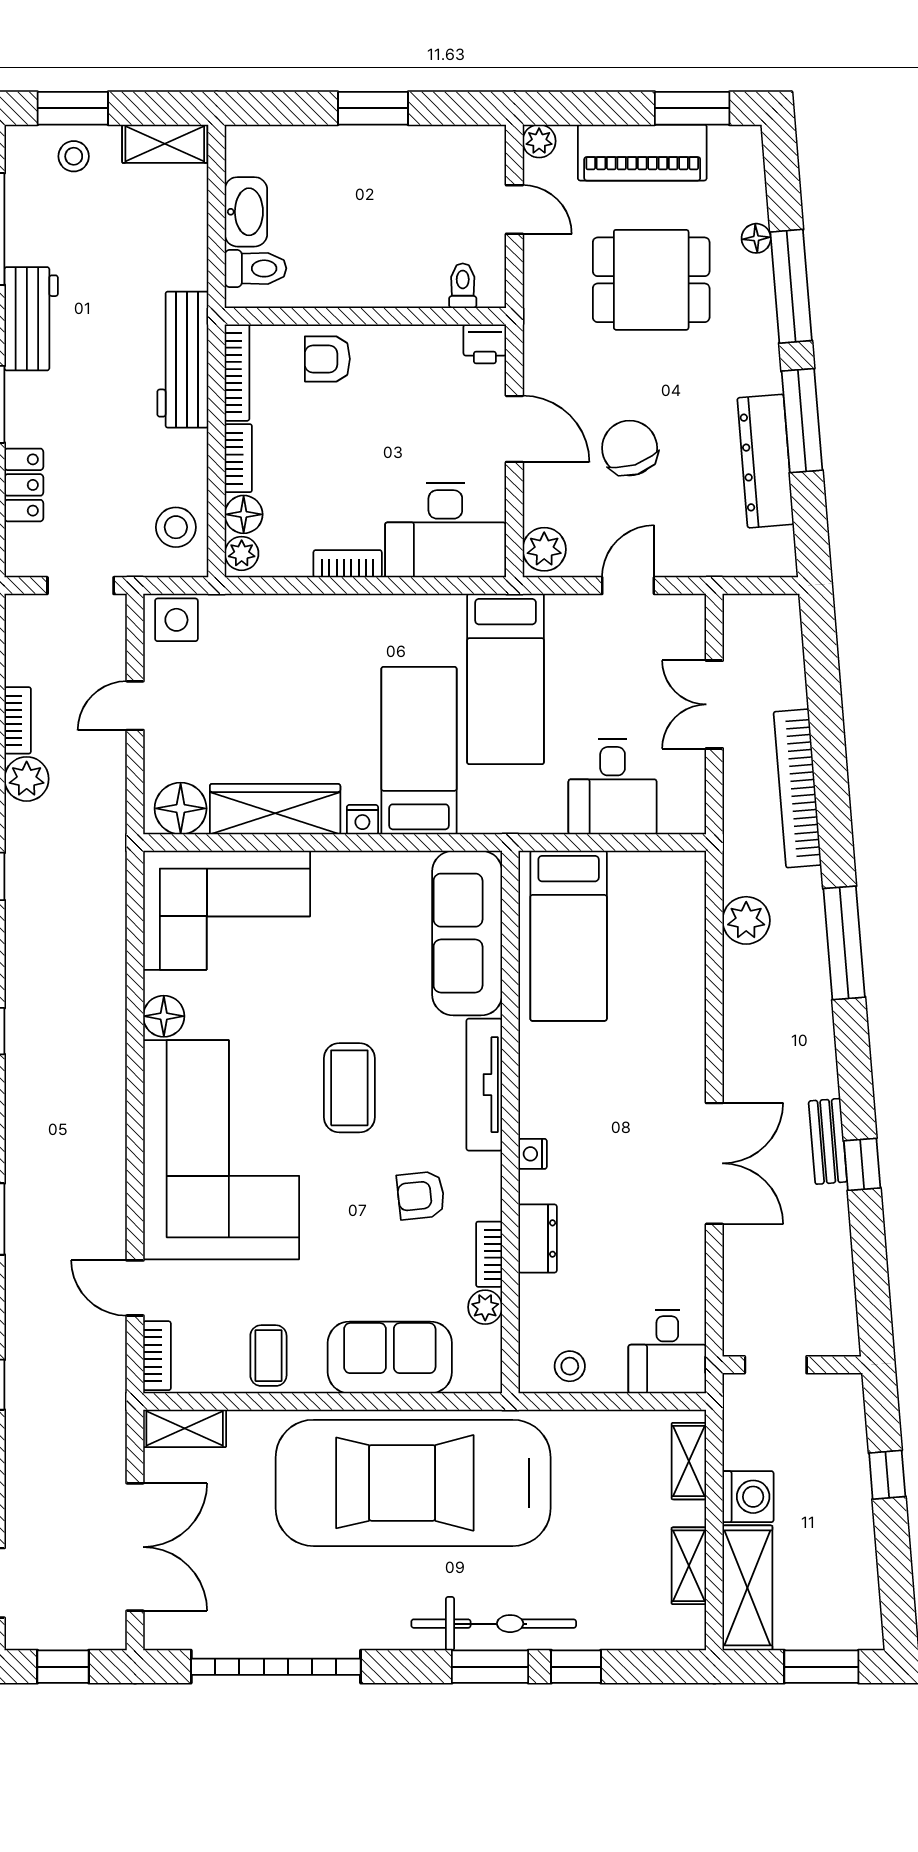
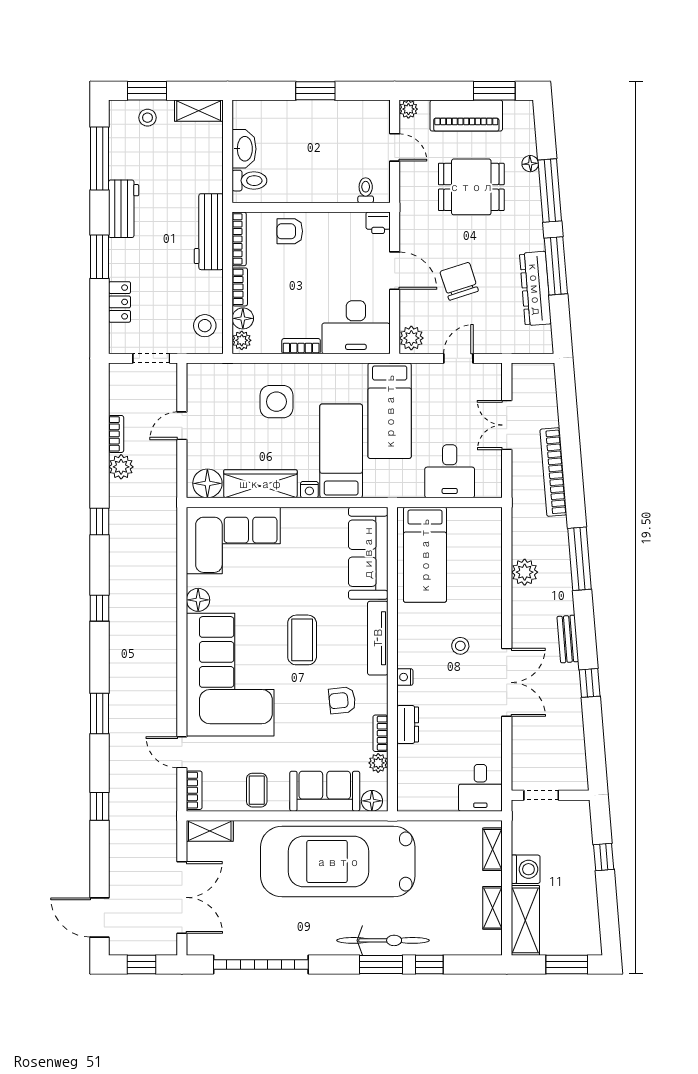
side table: (176, 620) -> (276, 402), moved, width x1.37, depth x1.37
plant: (746, 920) -> (525, 572), moved
bench: (828, 1141) -> (568, 639), moved
stool: (570, 1366) -> (460, 646), moved
floor lamp: (474, 1375) -> (372, 801), added

